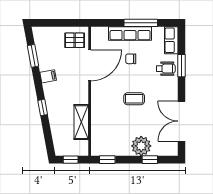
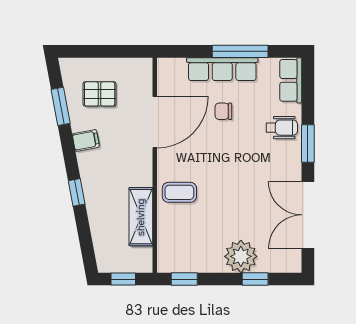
pallet: (75, 40) -> (100, 94), moved
window: (181, 66) -> (308, 144), moved
coffee table: (134, 99) -> (179, 192), moved

